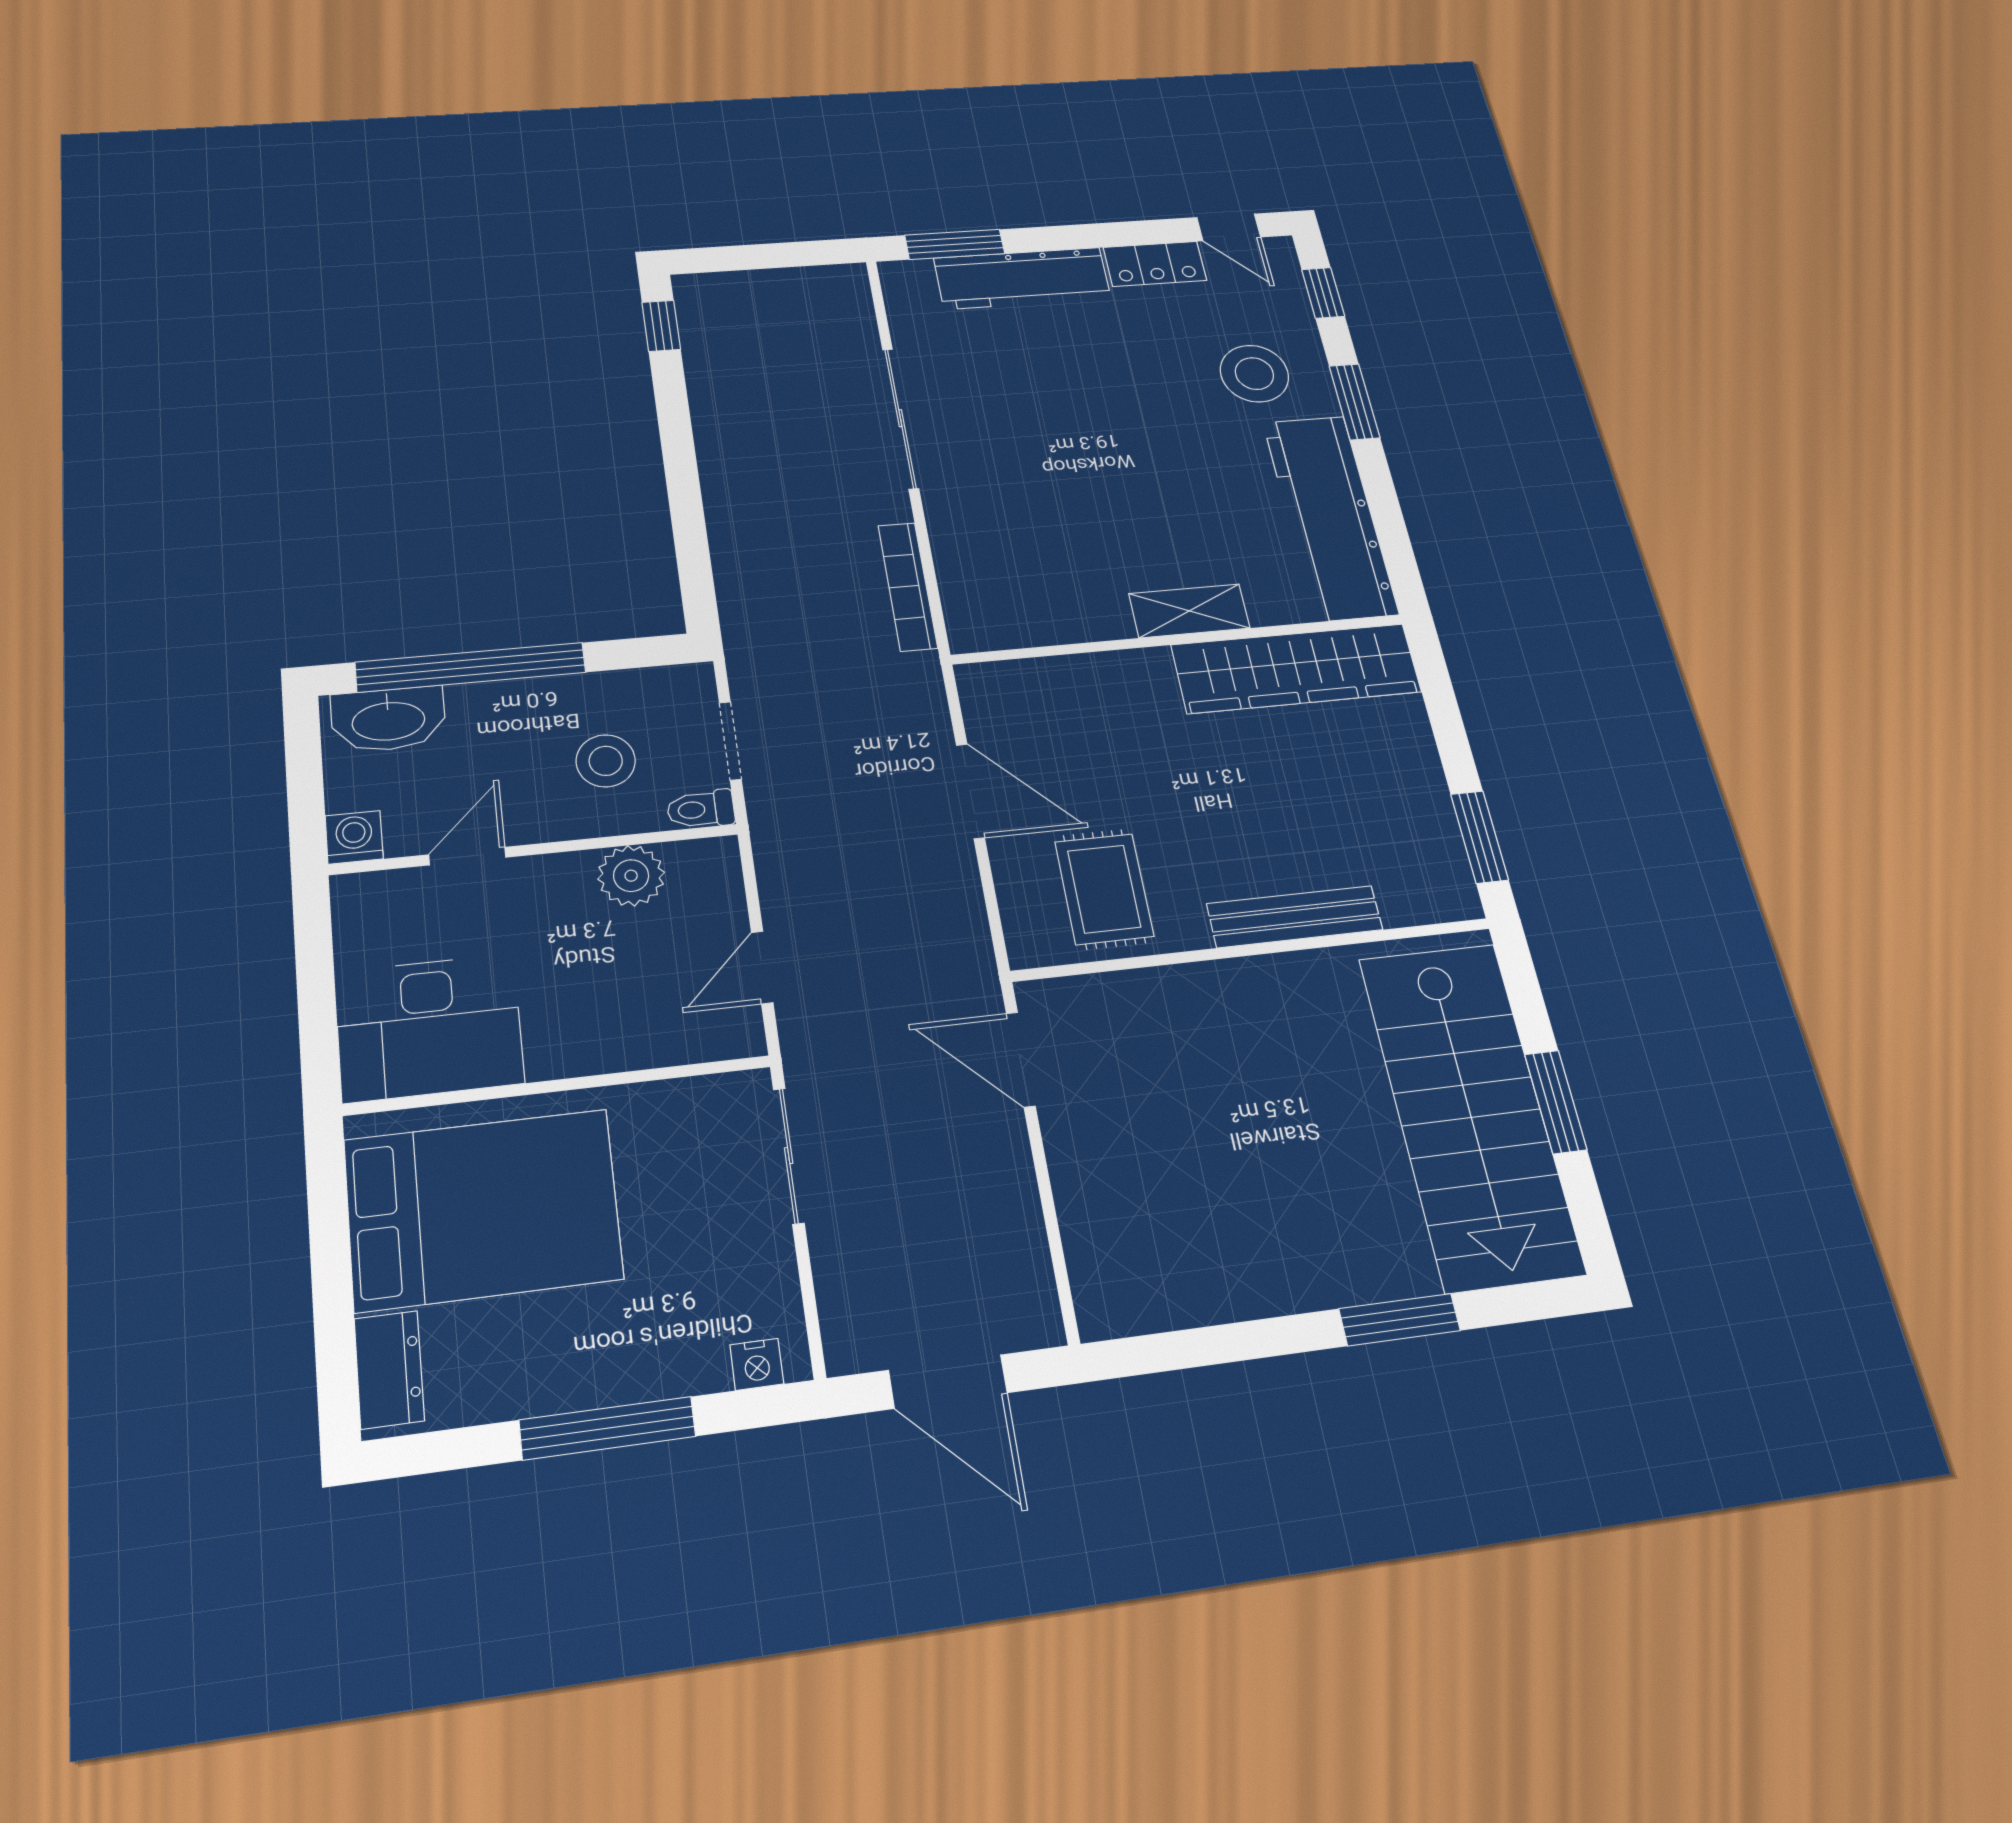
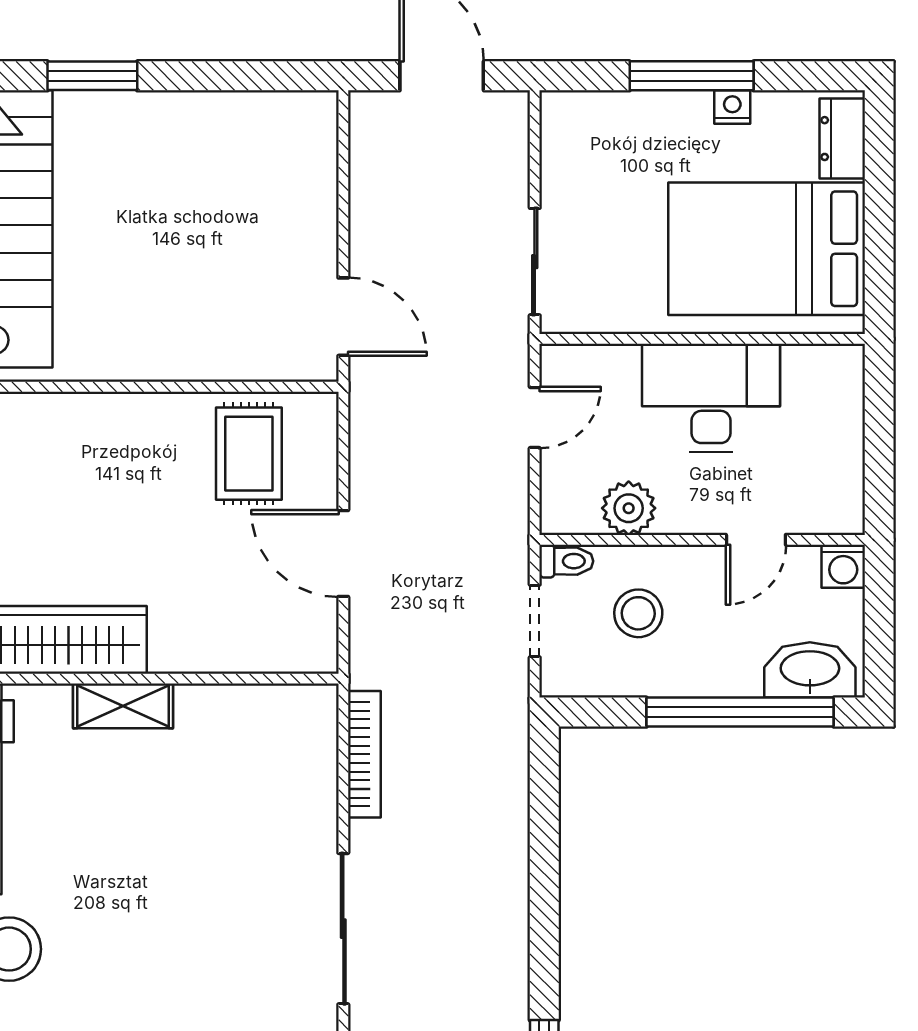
bench: (1295, 917) -> (97, 411), removed
desk: (429, 1027) -> (711, 398), moved
nightstand: (757, 1364) -> (732, 107), moved

